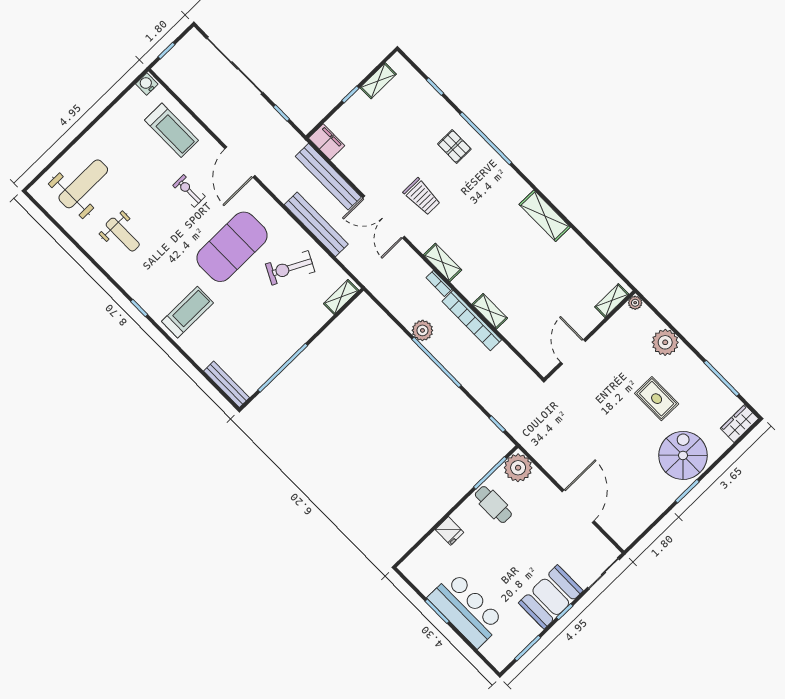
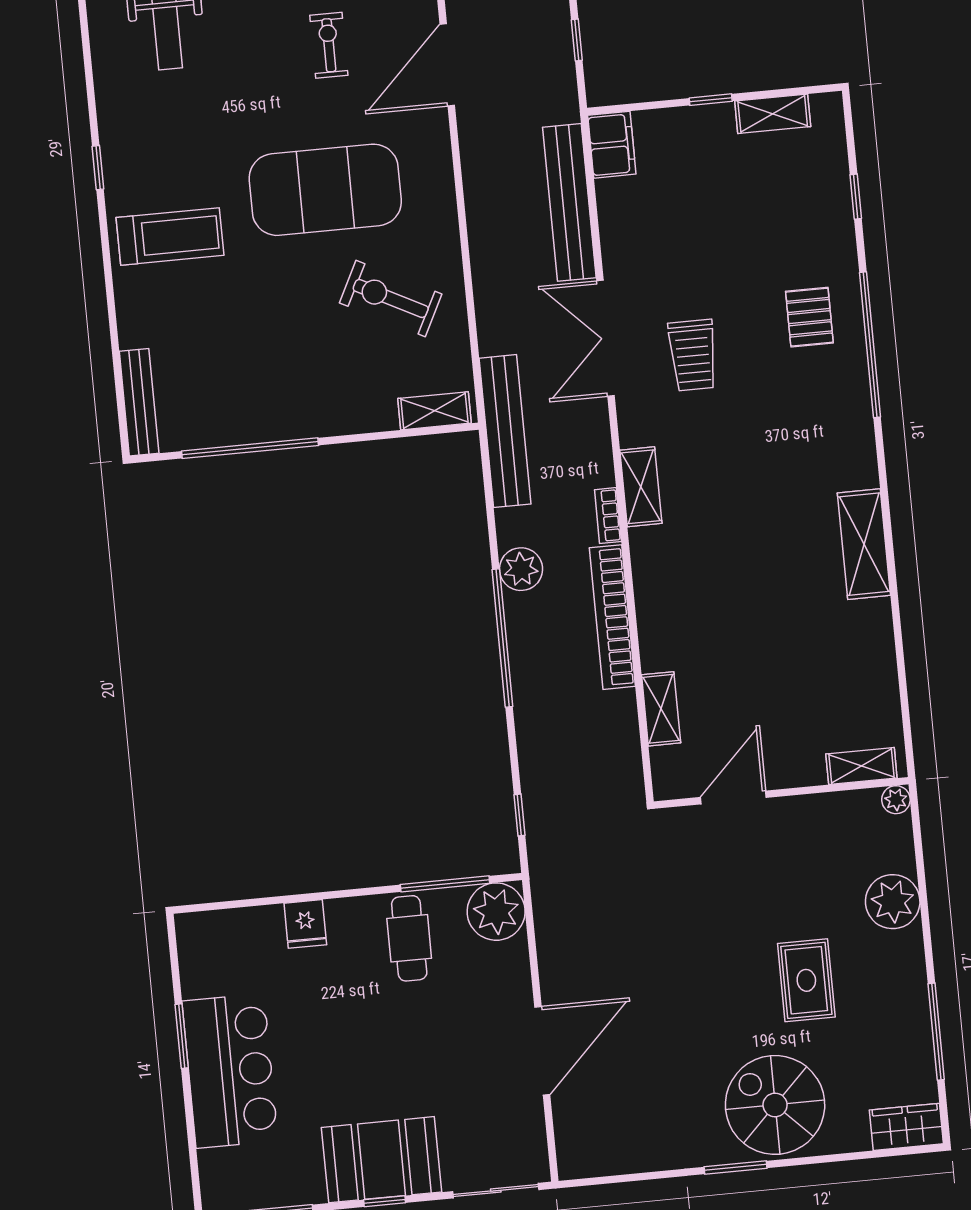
bench: (316, 224) -> (505, 431), moved
shelving: (490, 311) -> (661, 709), moved
spiral stairs: (683, 455) -> (775, 1105), turned -90

